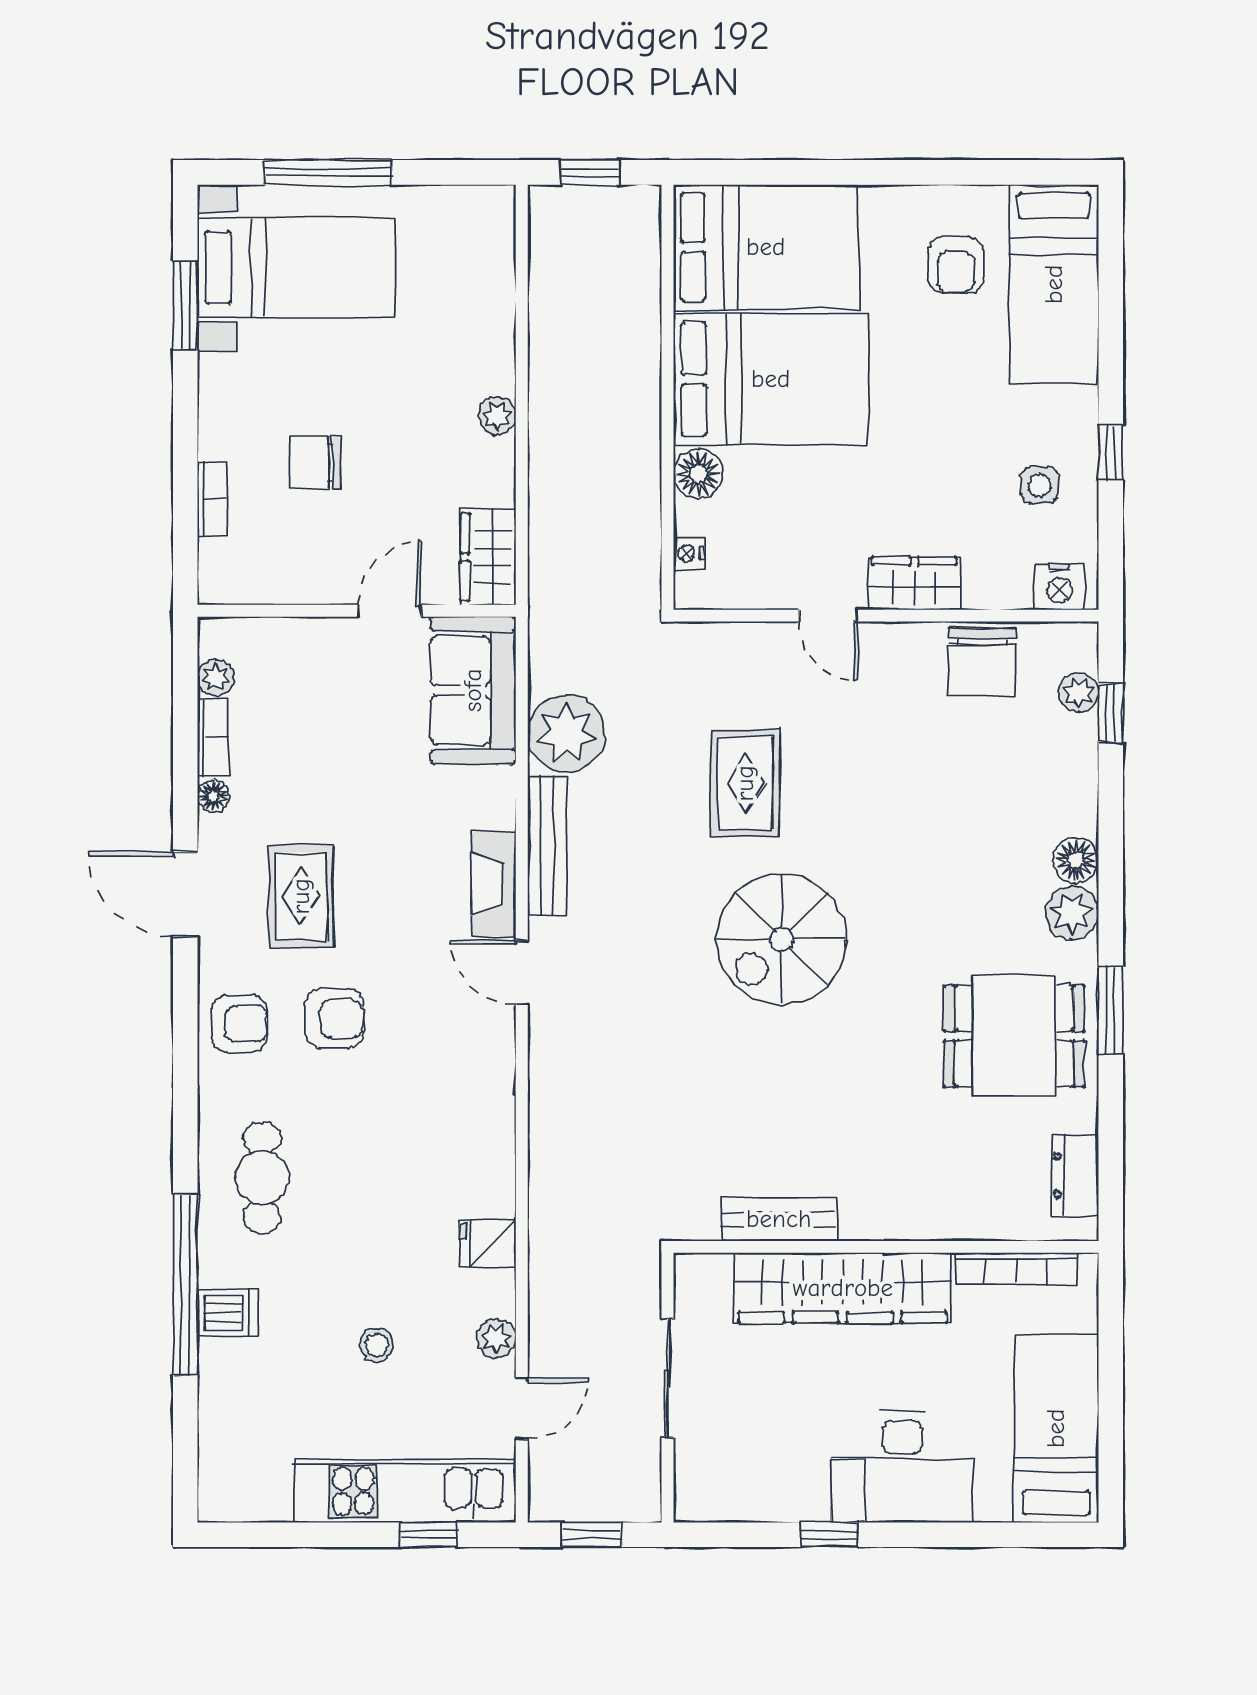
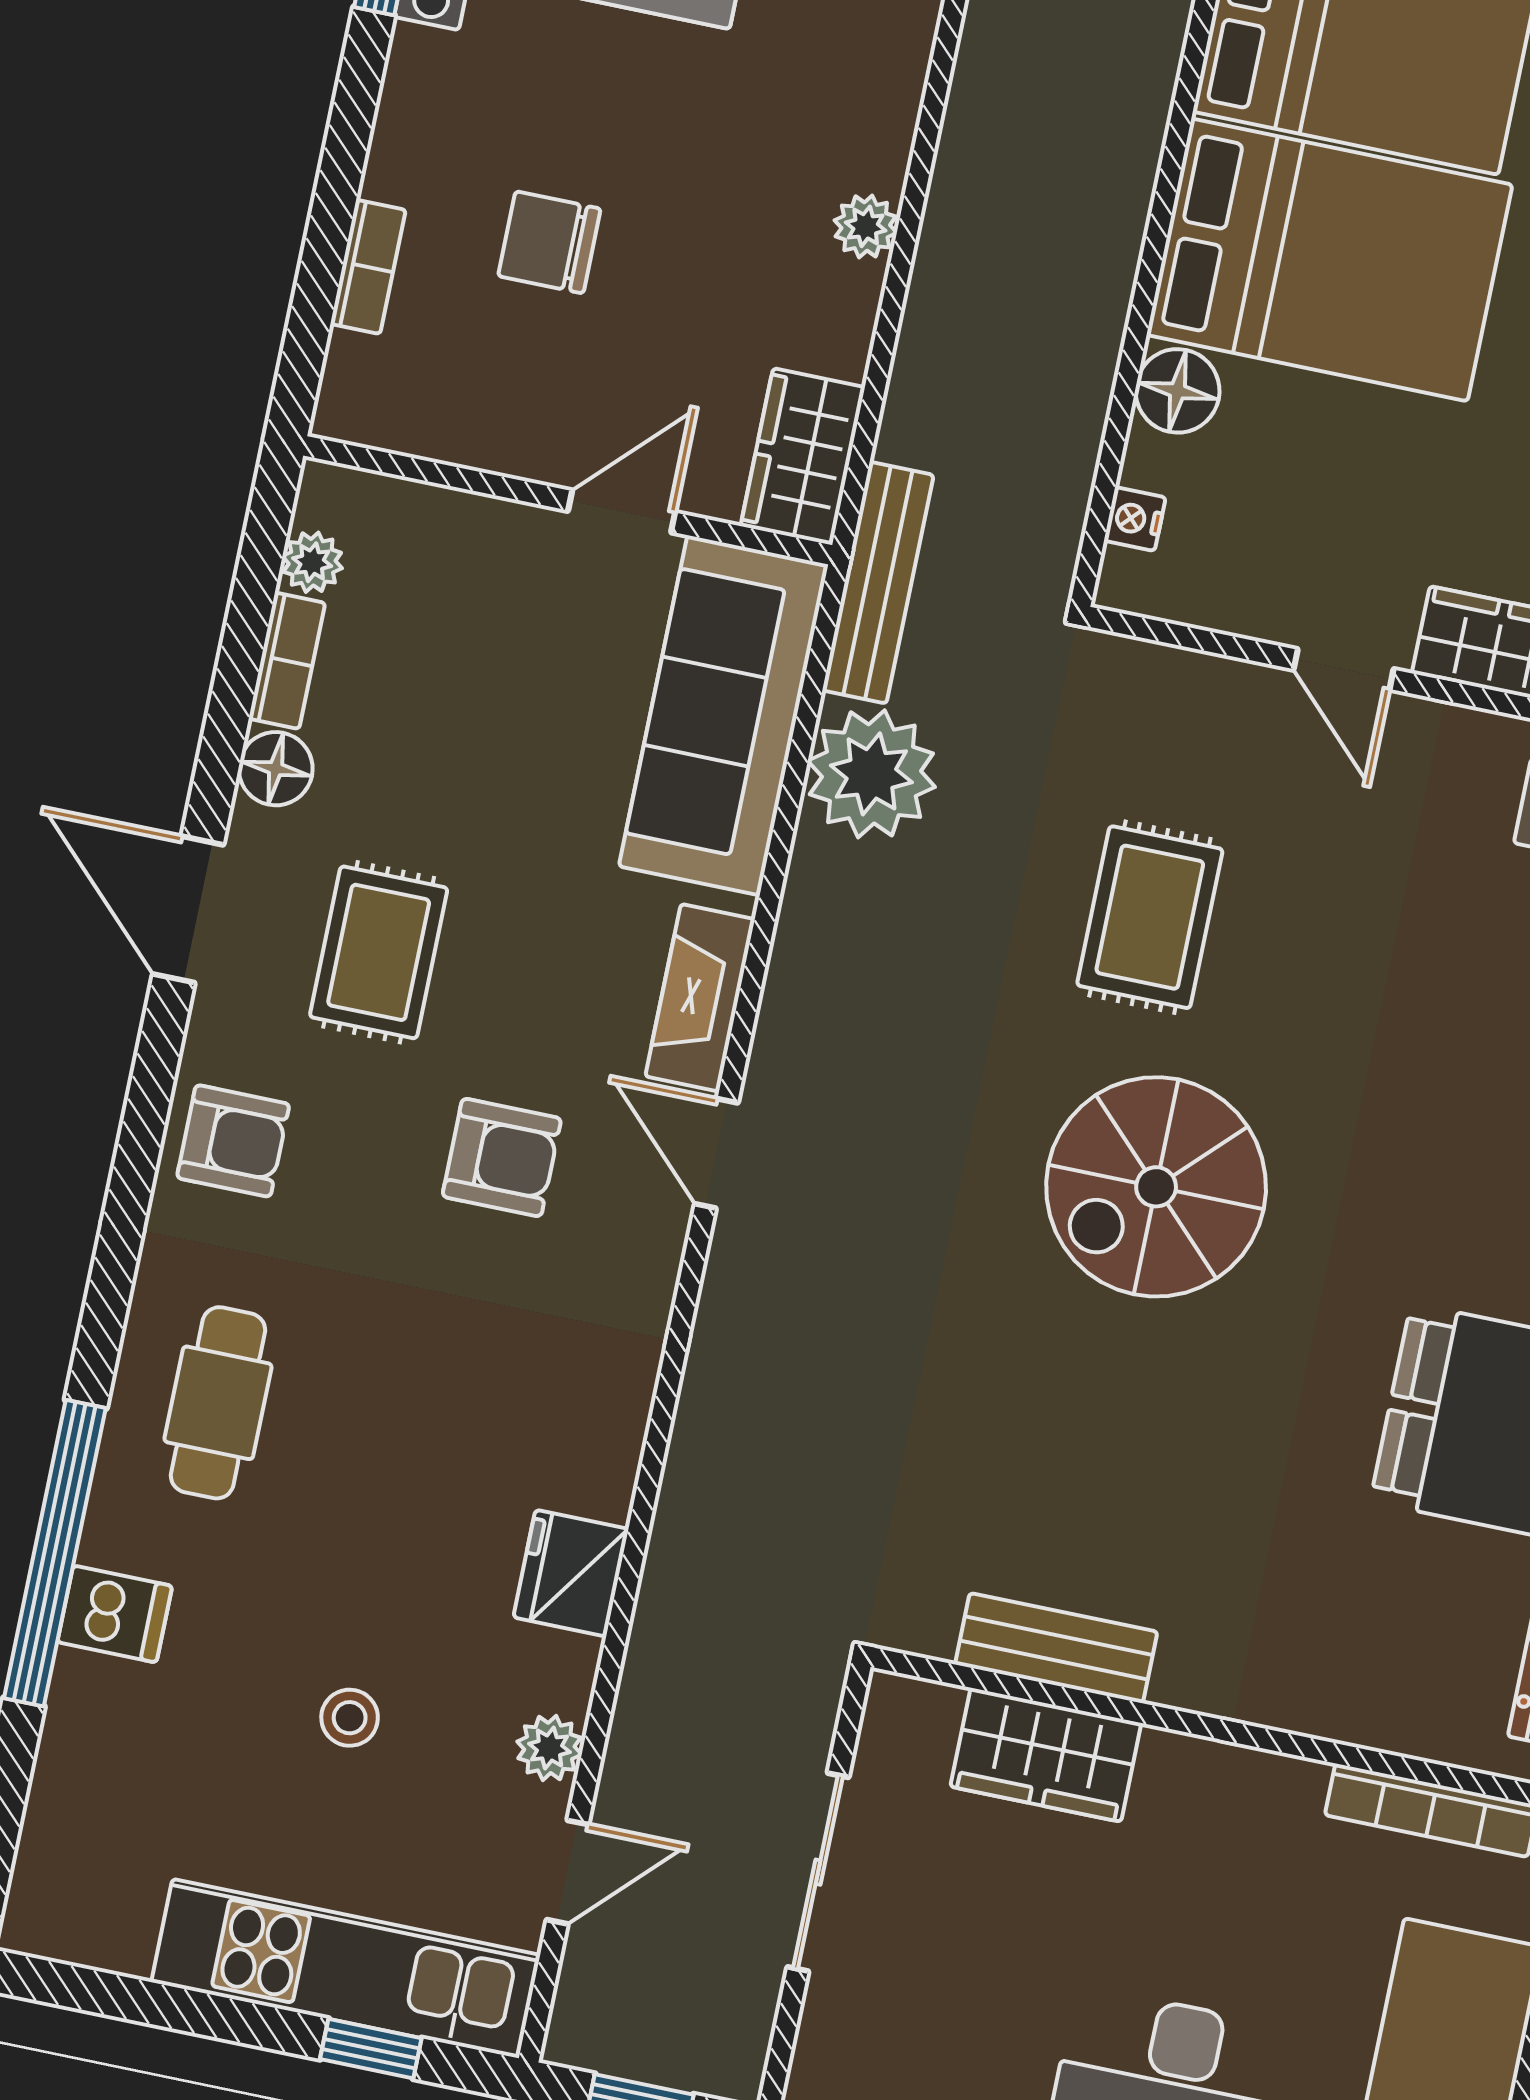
sofa: (473, 690) -> (724, 715), width x1.36
floor lamp: (213, 796) -> (276, 769), width x1.37, depth x1.37
bench: (547, 845) -> (878, 583), moved
armchair: (334, 1019) -> (502, 1157), moved
fridge: (488, 1243) -> (571, 1573), width x1.38
wardrobe: (843, 1288) -> (1046, 1755), width x0.48, depth x0.85

